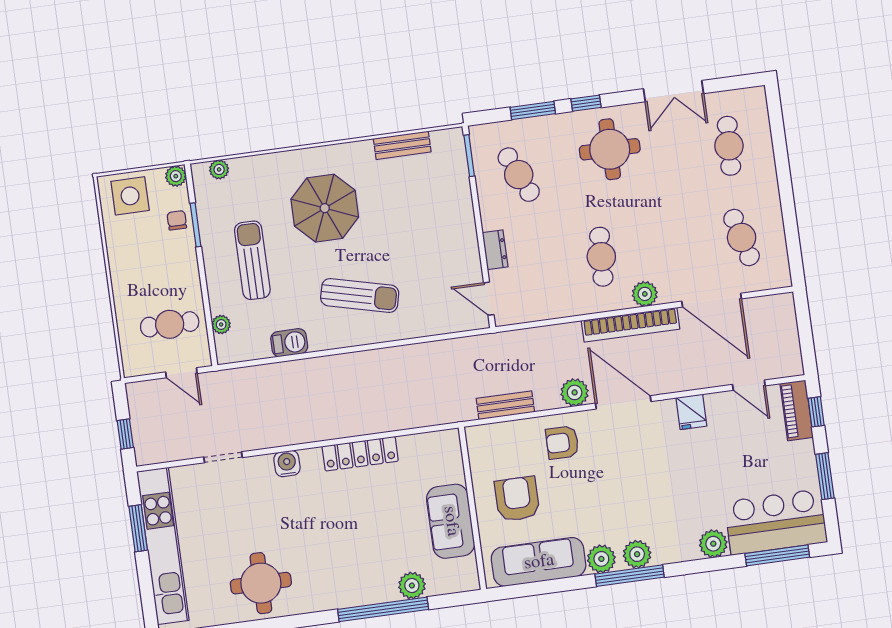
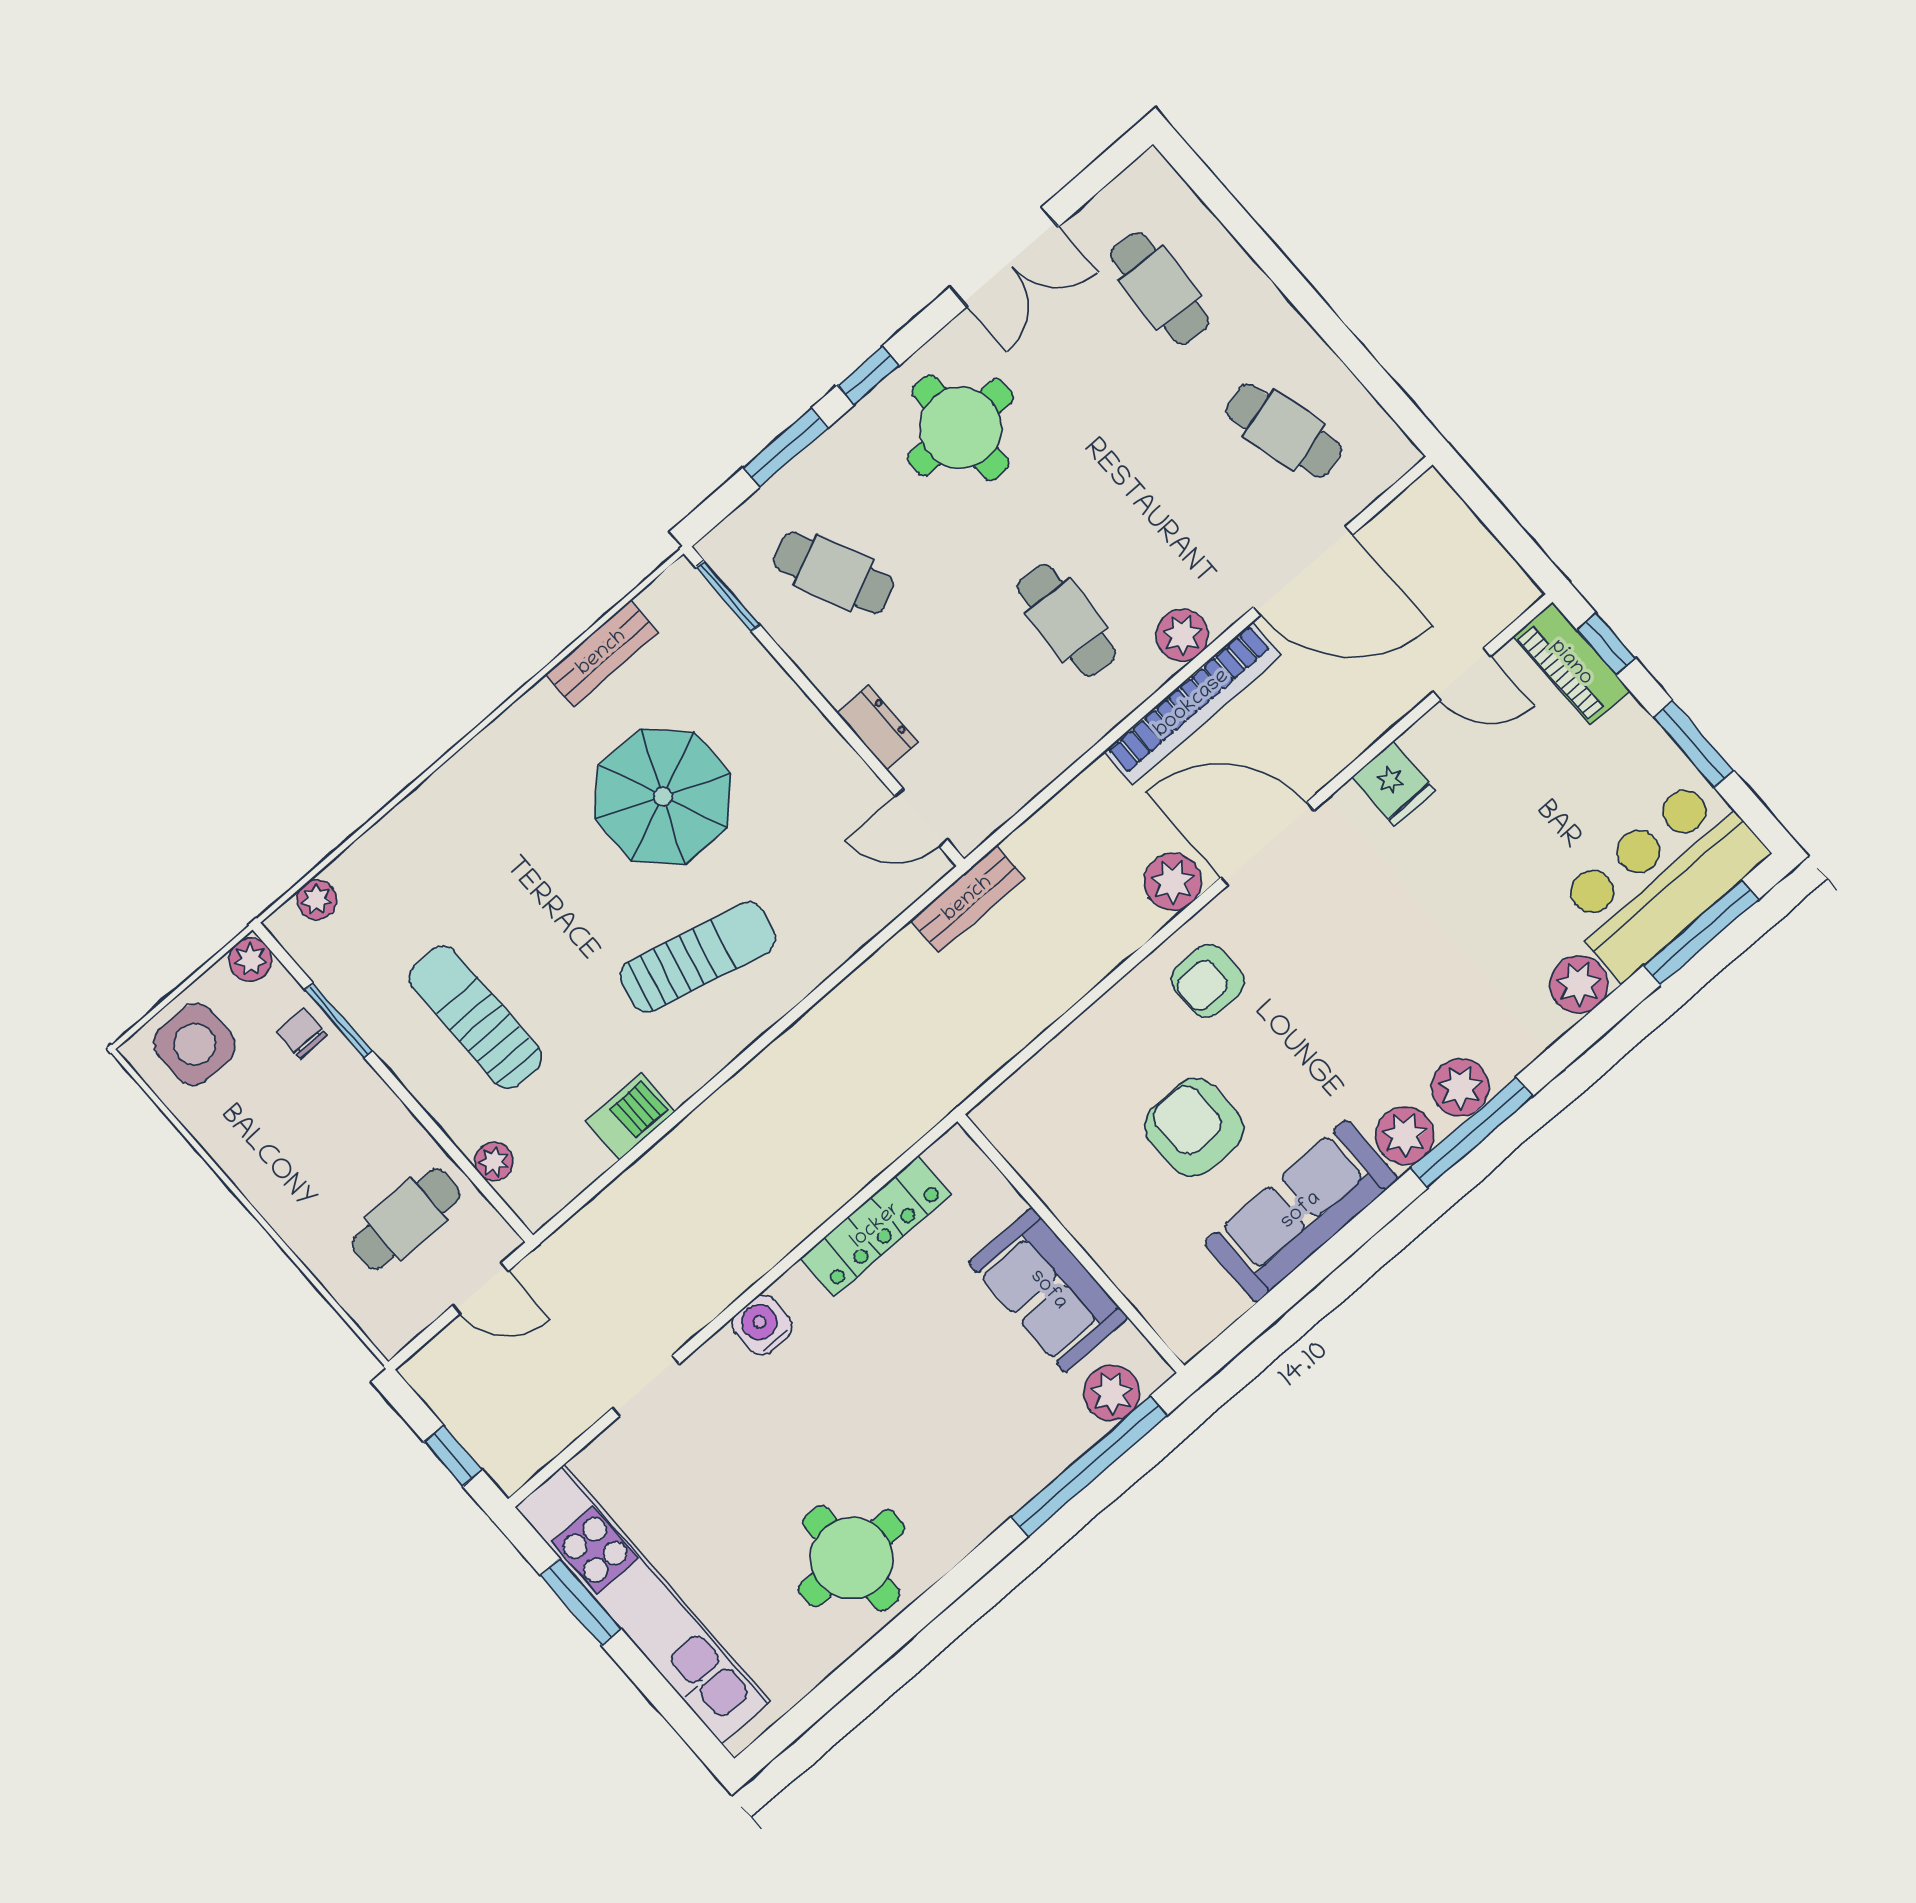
parasol: (325, 208) -> (663, 796), moved
bench: (505, 405) -> (968, 899), moved
wall: (472, 508) -> (1071, 1244), moved
sofa: (451, 521) -> (1048, 1290), moved

